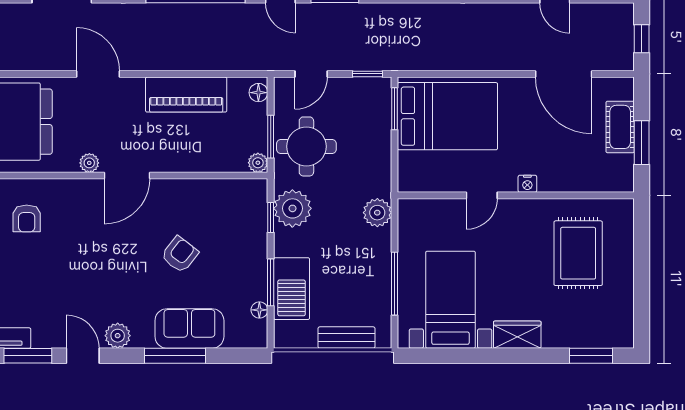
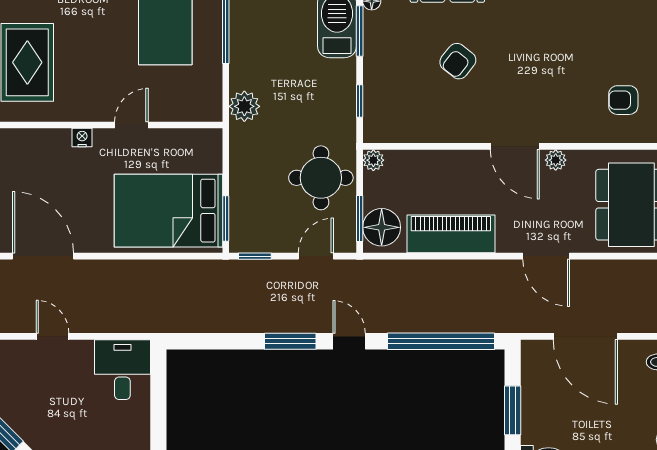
floor lamp: (258, 93) -> (382, 227), width x1.89, depth x1.89
window: (271, 137) -> (360, 219), moved
door: (127, 176) -> (515, 146), swing flipped
plant: (292, 208) -> (336, 111), removed
armchair: (27, 218) -> (623, 100), turned -90

